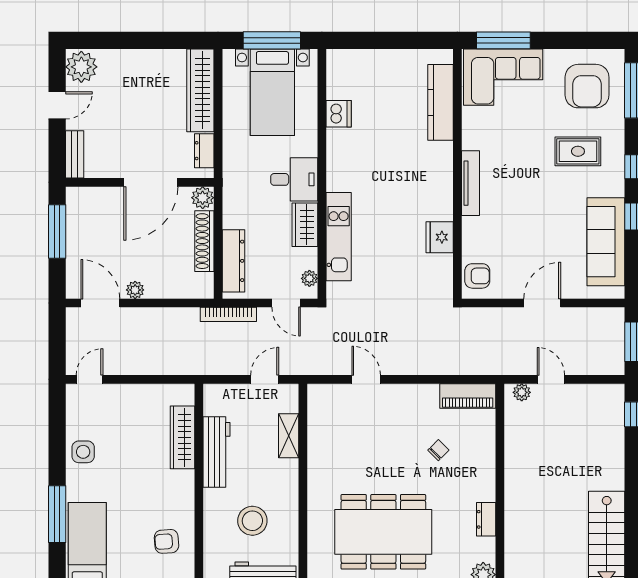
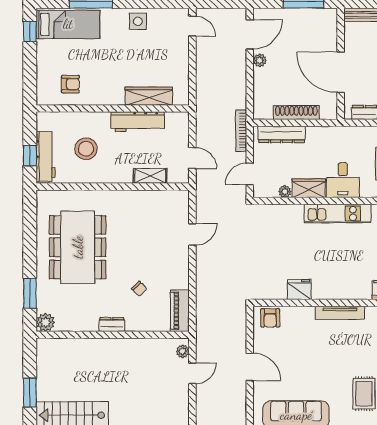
plant: (203, 198) -> (329, 111), removed
kitchen unit: (339, 237) -> (338, 214), moved
plant: (309, 278) -> (285, 192), moved
dresser: (486, 519) -> (112, 324), moved
armchair: (167, 541) -> (70, 84), turned 94

